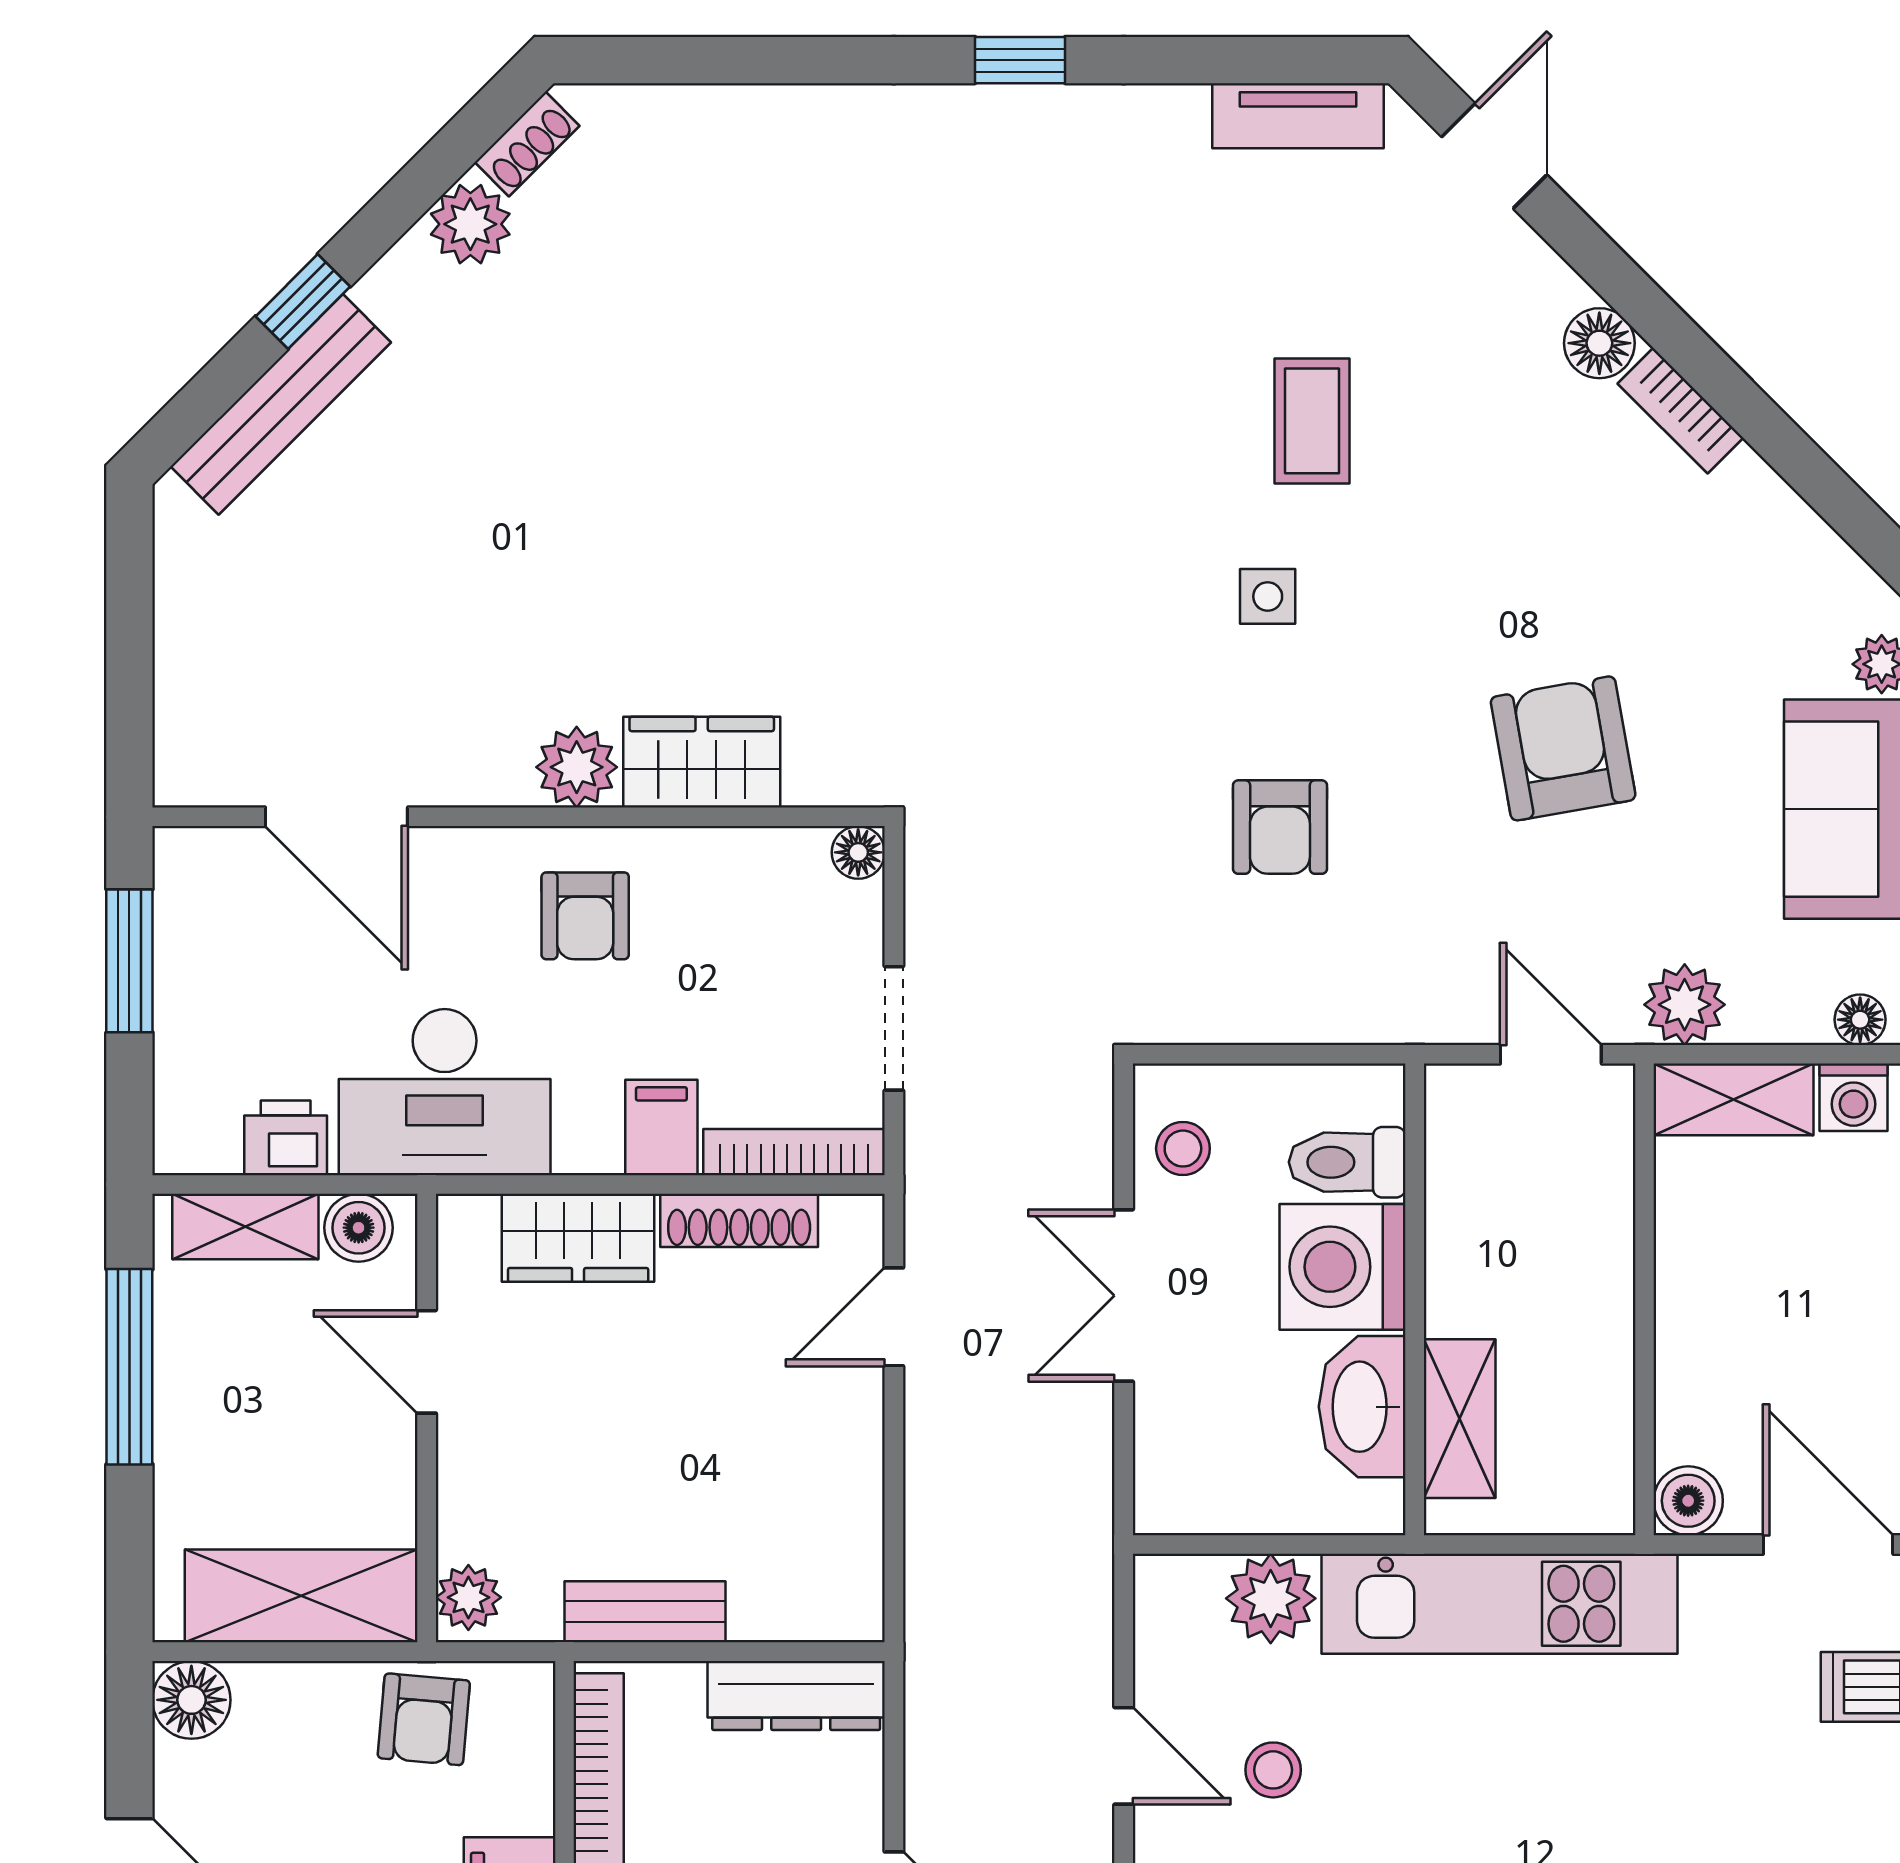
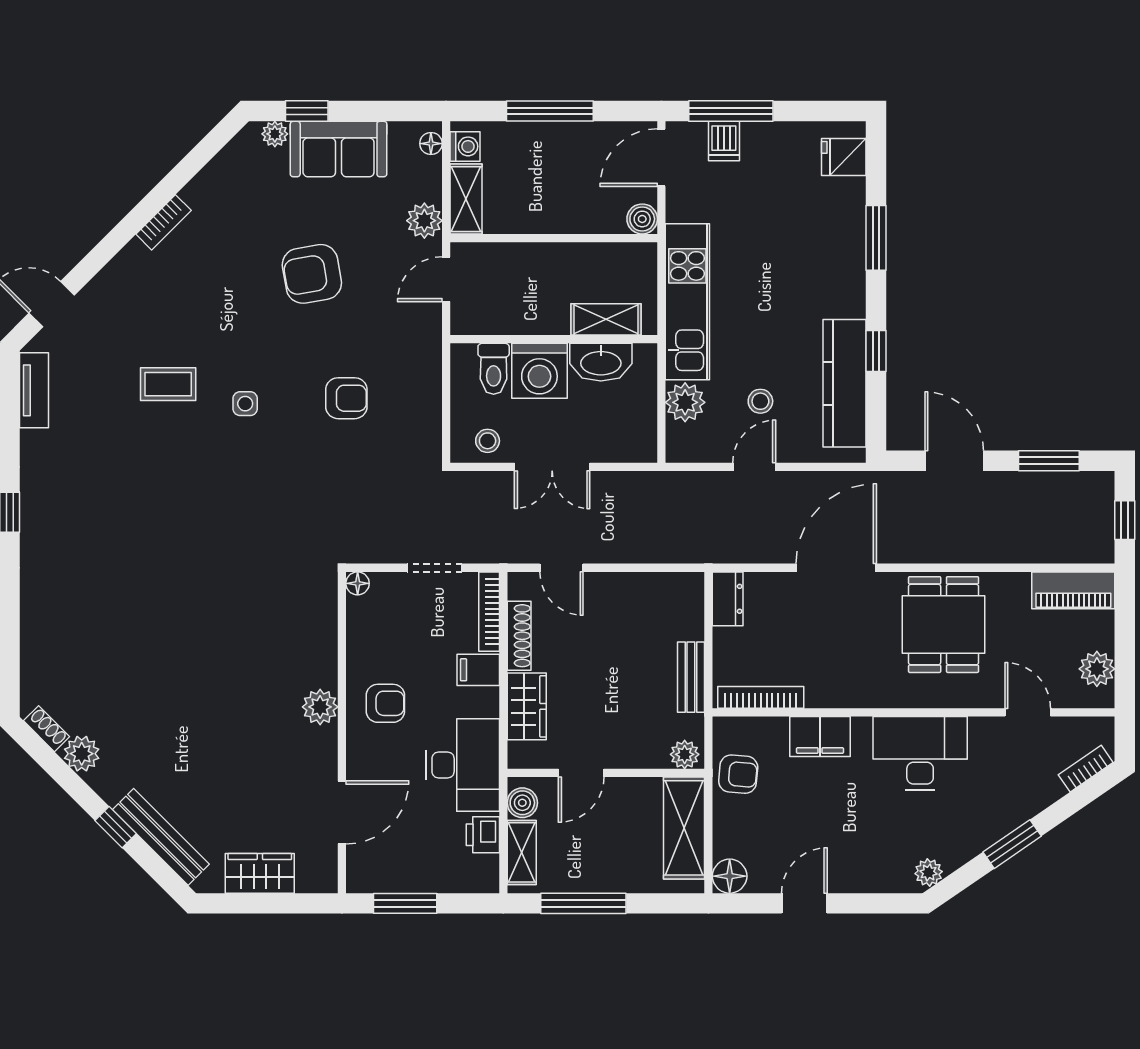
floor lamp: (1599, 343) -> (134, 258), removed
wardrobe: (702, 762) -> (260, 873), moved, turned 90
dresser: (796, 1696) -> (728, 599), width x0.70

